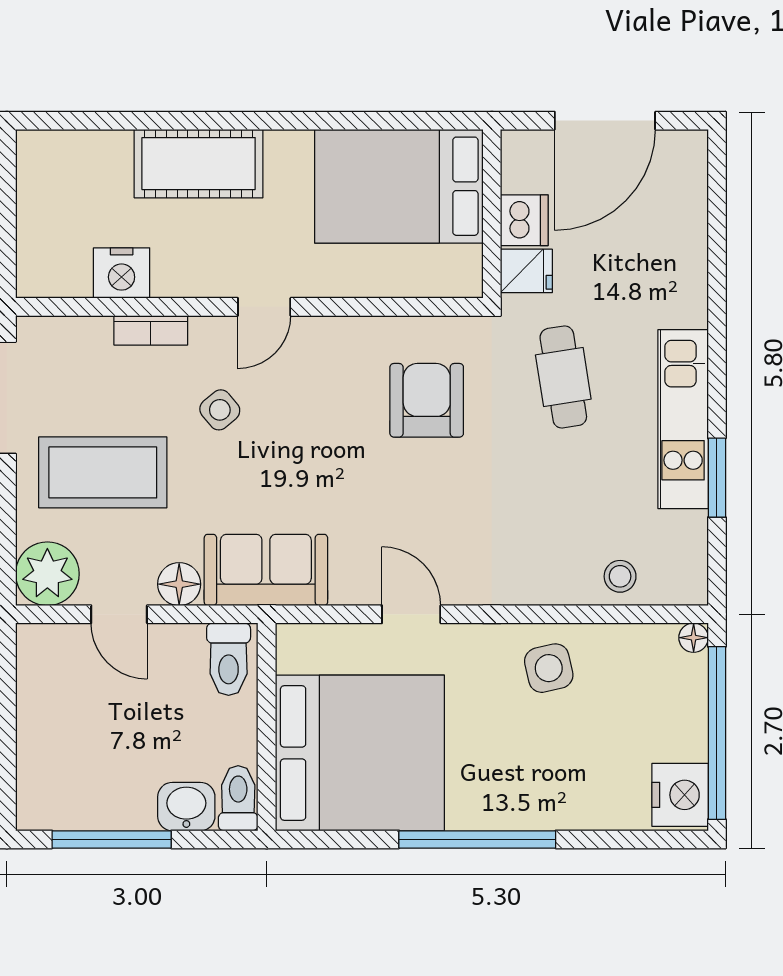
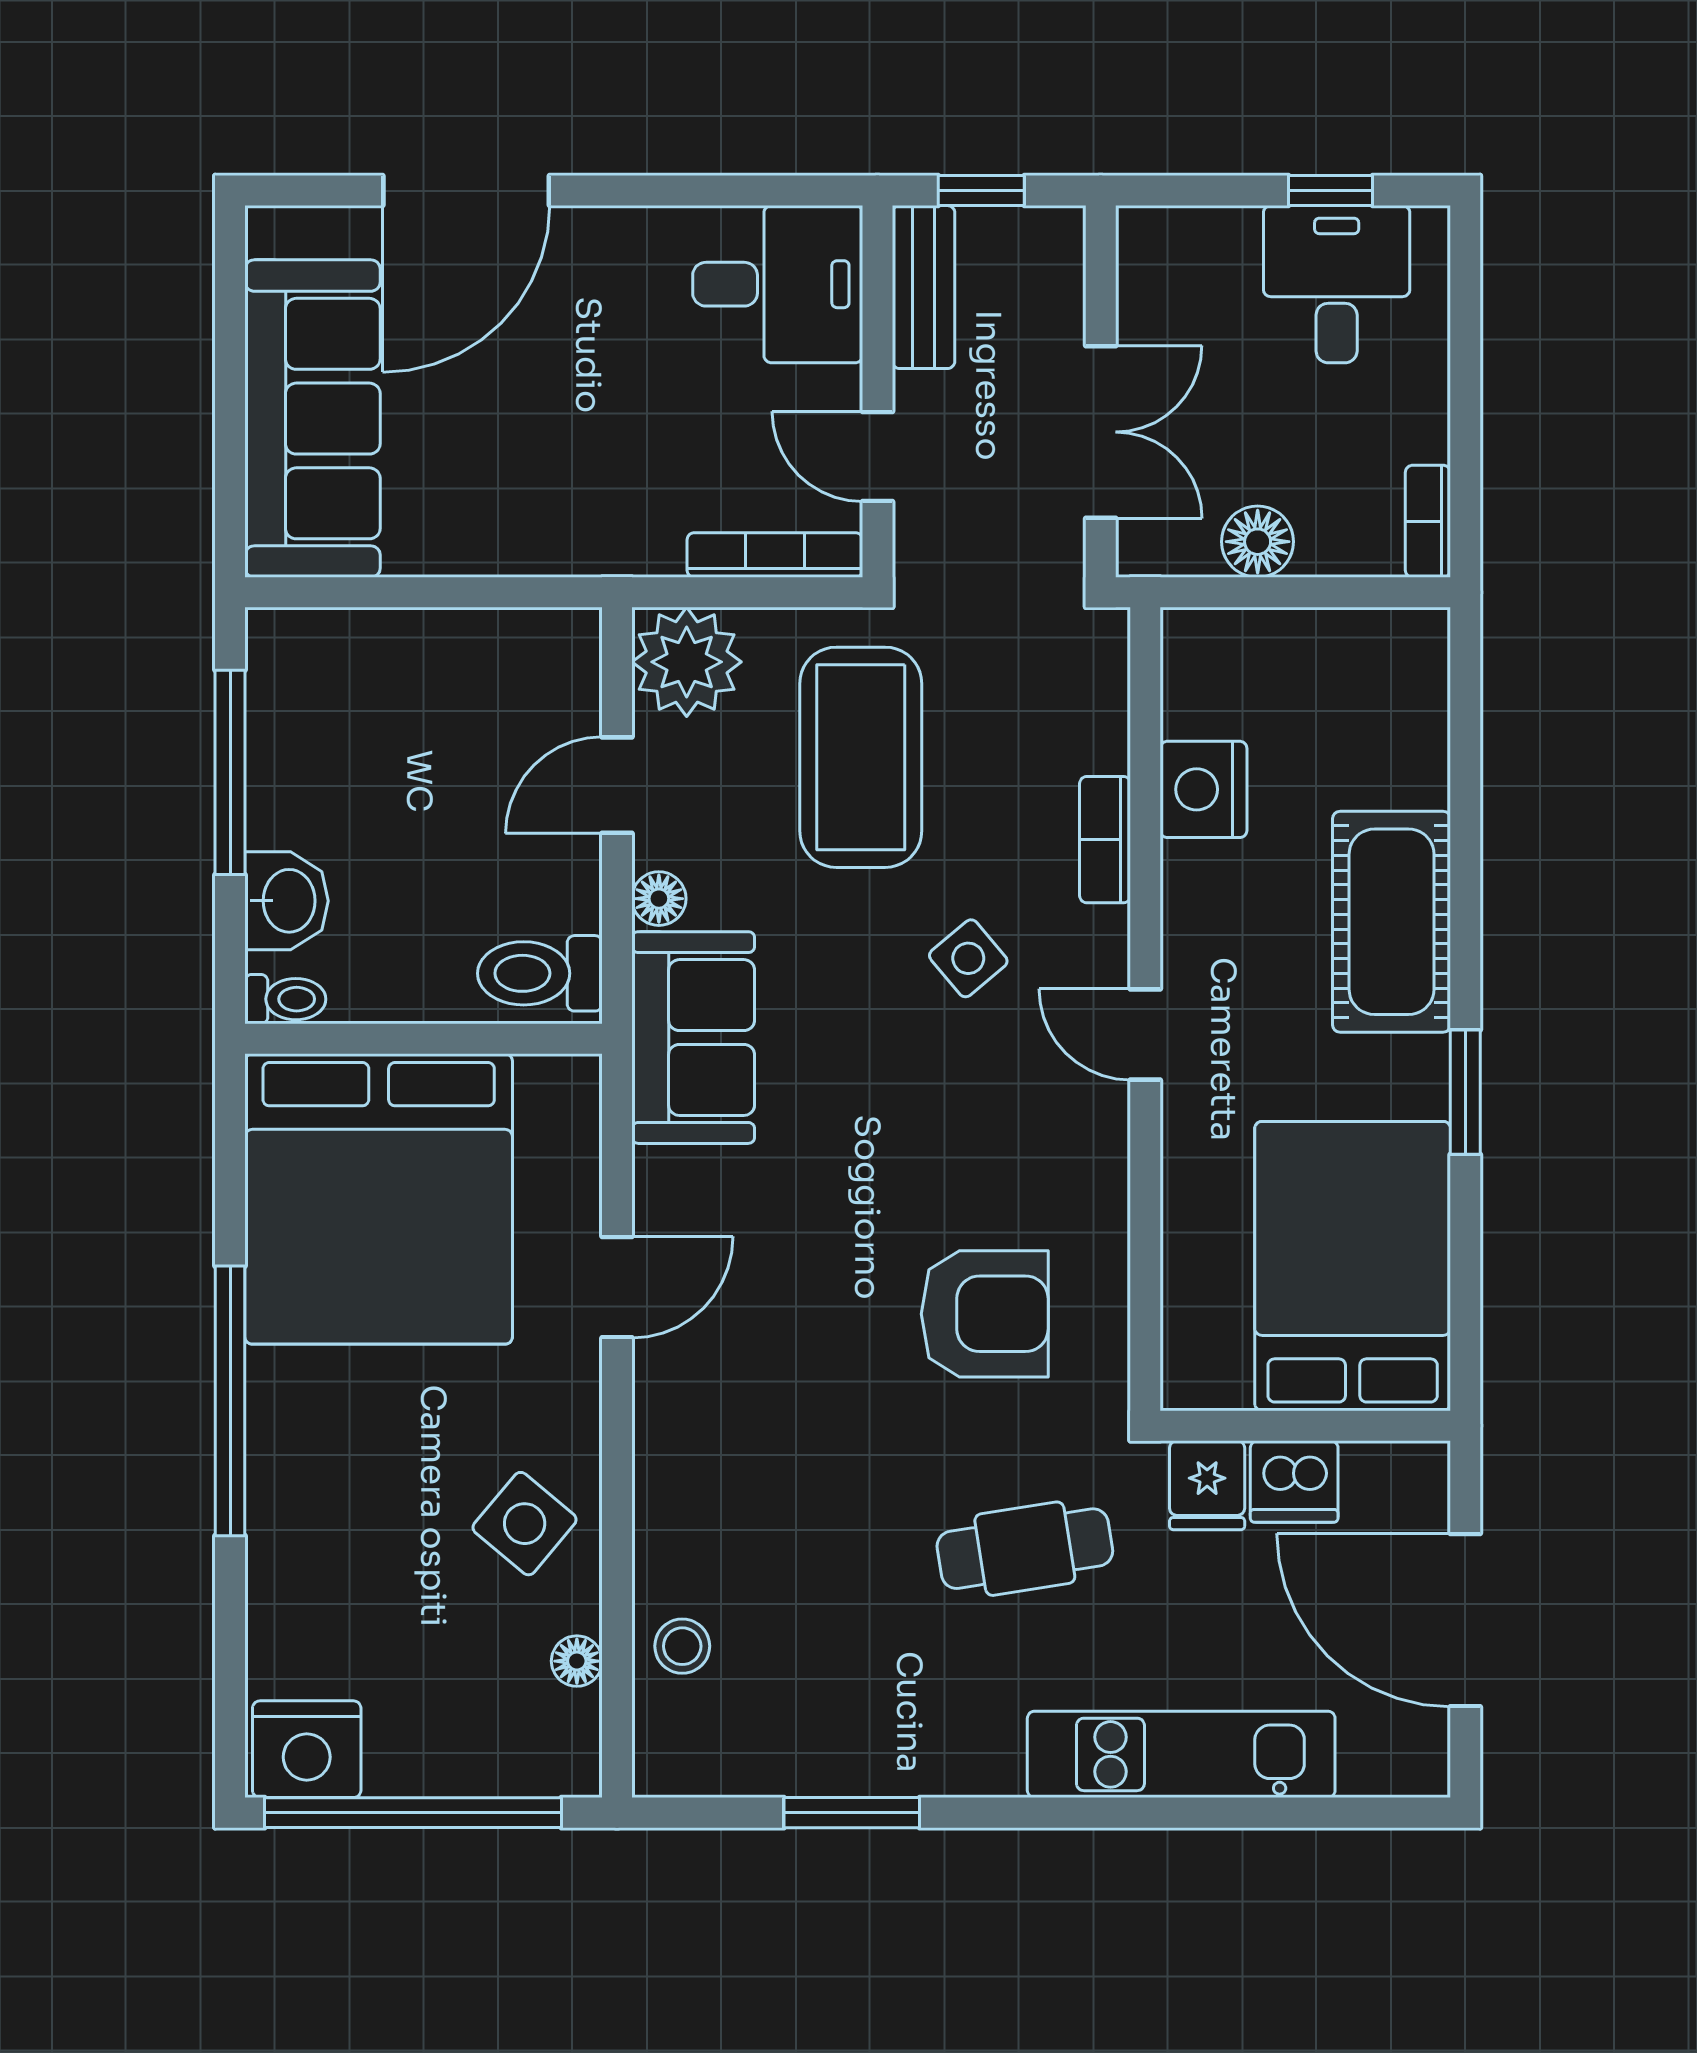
window: (298, 121) -> (1465, 1092), added
kitchen unit: (683, 419) -> (1181, 1754), moved
floor lamp: (179, 584) -> (659, 899), width x0.73, depth x0.73
floor lamp: (694, 638) -> (577, 1661), moved
side table: (549, 668) -> (525, 1524), turned -37
toilet: (238, 798) -> (285, 999), width x0.73, depth x0.72

